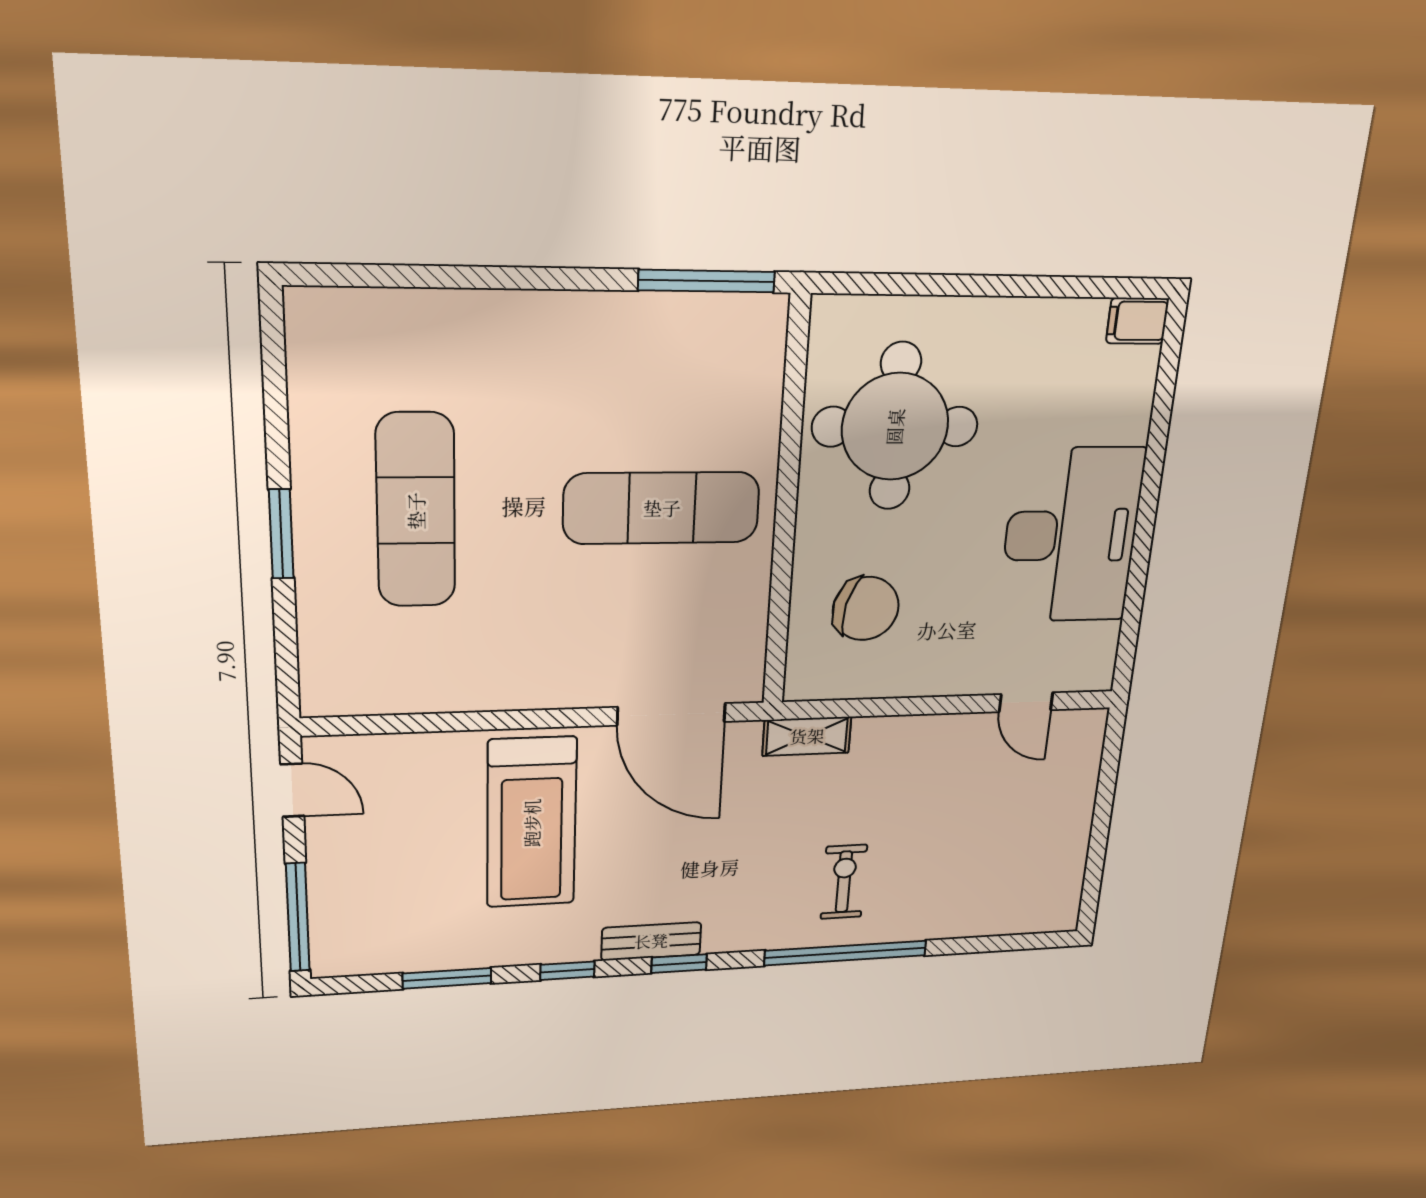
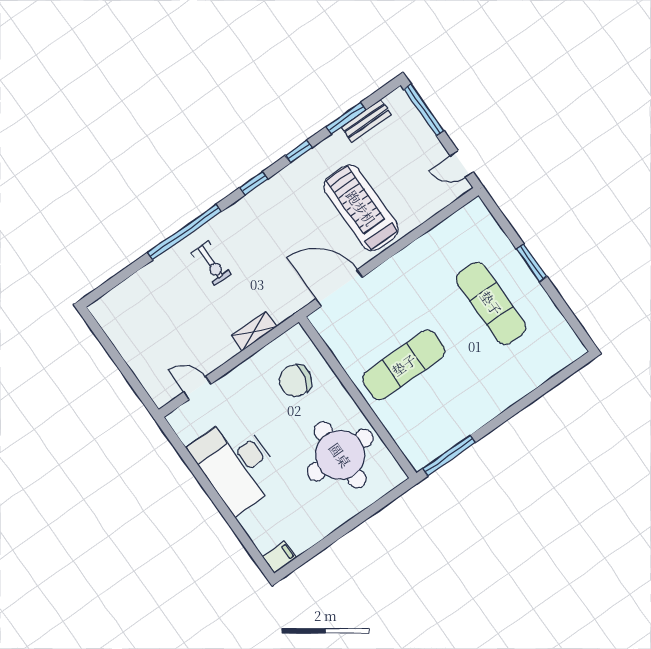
shelving: (807, 736) -> (254, 331), moved
bench: (651, 941) -> (366, 121), moved

